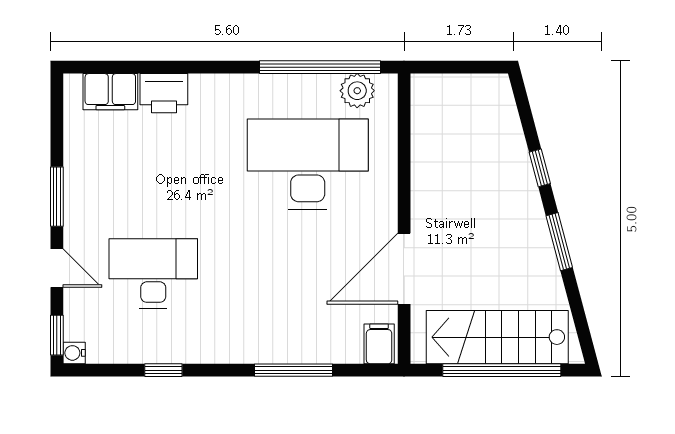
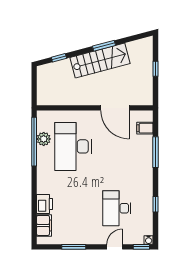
plant: (357, 91) -> (44, 139), moved
window: (540, 168) -> (59, 58), moved
window: (57, 197) -> (74, 247), moved
stairs: (497, 337) -> (100, 61), moved, turned -105
filing cabinet: (379, 344) -> (145, 128), moved
window: (502, 370) -> (155, 69), width x0.32

